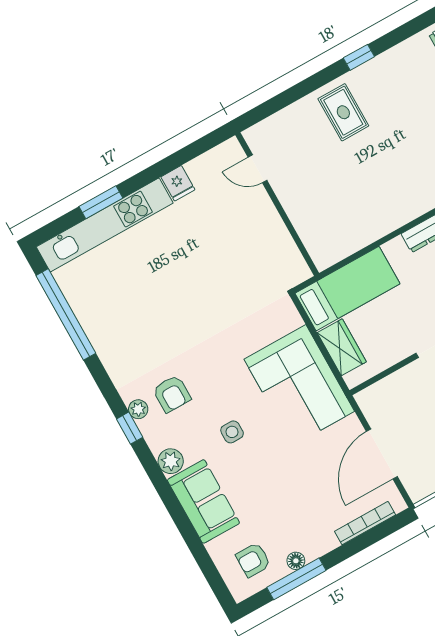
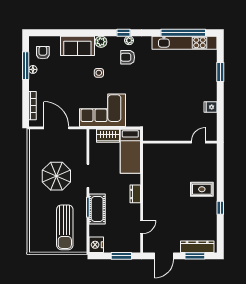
kitchen unit: (105, 225) -> (185, 43), moved, turned -90

